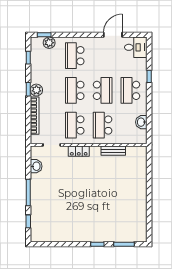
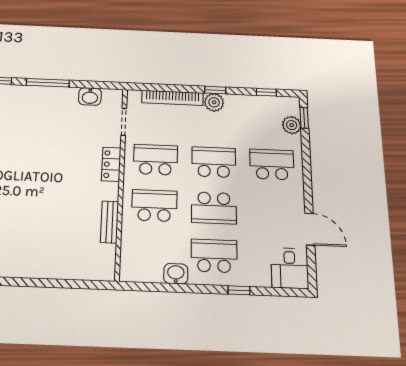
washbasin: (141, 122) -> (176, 274), moved

